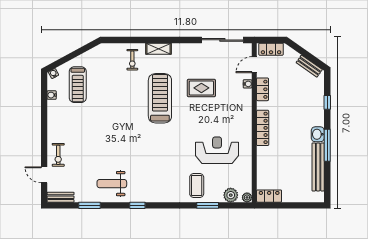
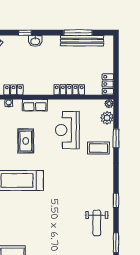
rug: (201, 88) -> (26, 141), moved
row of seats: (245, 113) -> (35, 105), added
locker: (263, 128) -> (69, 90), moved
washbasin: (318, 134) -> (35, 41), moved
window: (327, 145) -> (78, 33), moved

